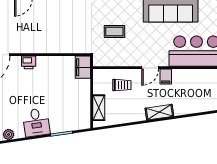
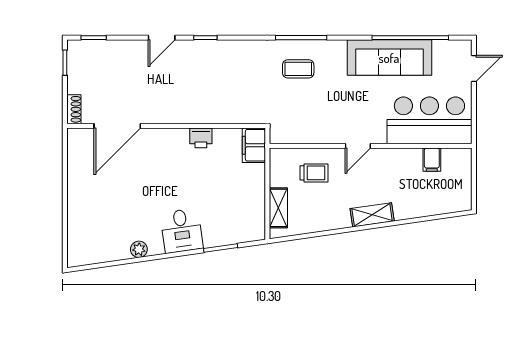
coffee table: (114, 31) -> (298, 69), moved
printer: (29, 62) -> (201, 138), moved
filing cabinet: (166, 77) -> (432, 160), moved

